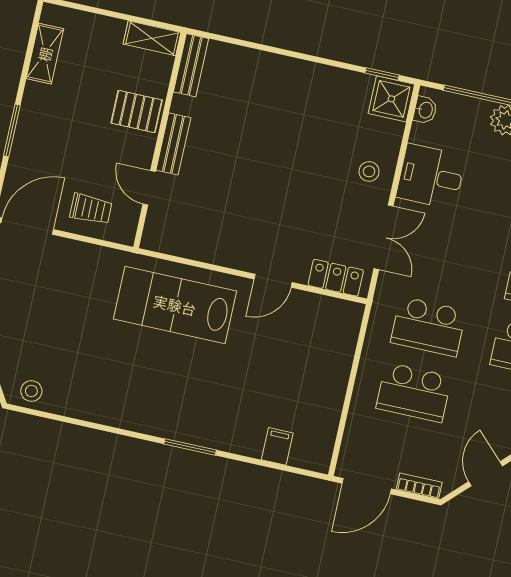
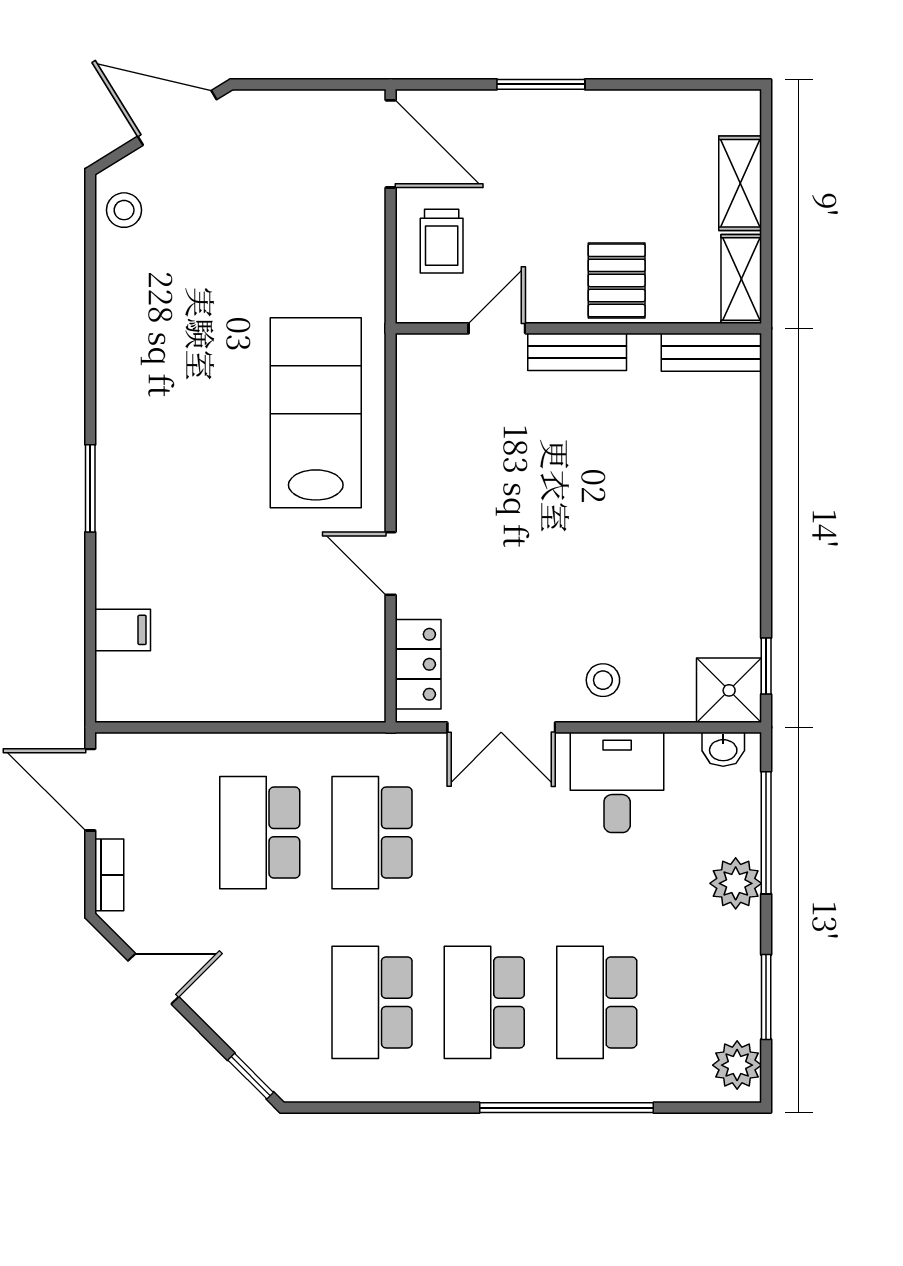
shelving: (45, 54) -> (740, 183), moved, turned 90

